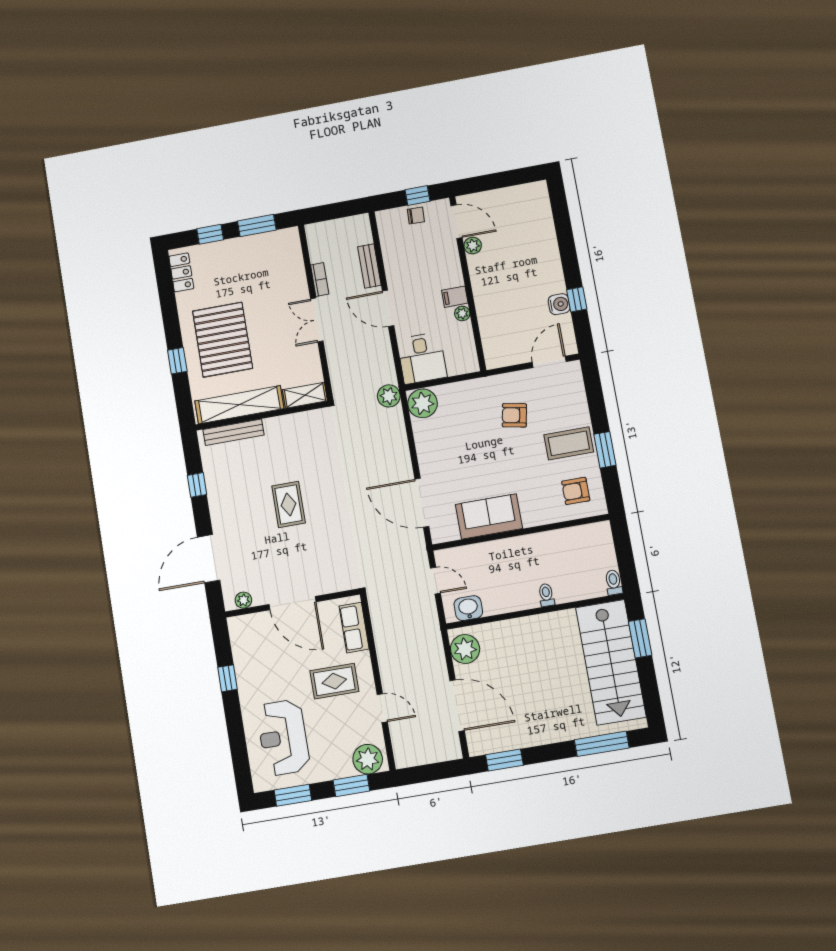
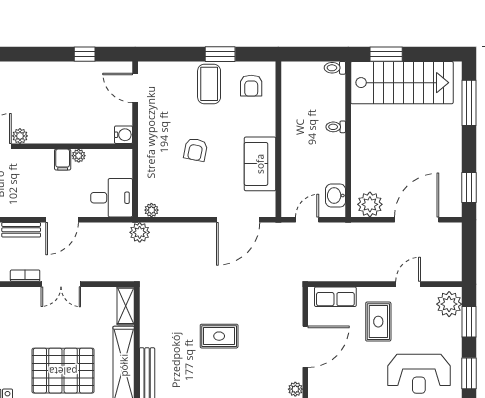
water cooler: (559, 304) -> (124, 135), moved, turned 90
plant: (423, 403) -> (151, 210), width x0.53, depth x0.53
armchair: (514, 415) -> (196, 150), moved

